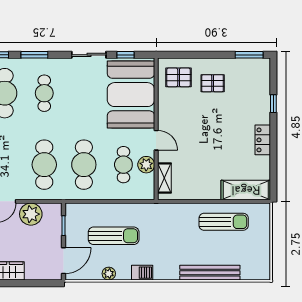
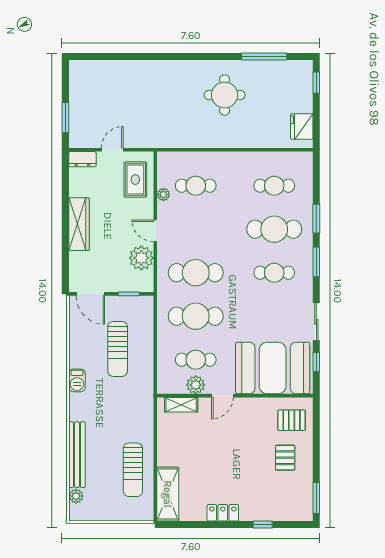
pallet: (179, 77) -> (292, 420), turned 90
plant: (109, 274) -> (76, 496), moved

